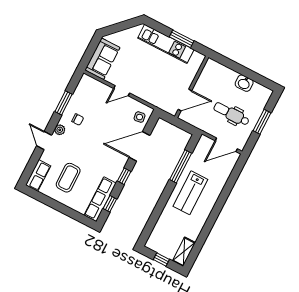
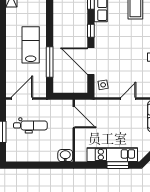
window: (182, 39) -> (118, 165), moved
washbasin: (244, 83) -> (65, 156), moved
door: (185, 100) -> (74, 117), swing flipped
door: (140, 146) -> (91, 61), swing flipped

